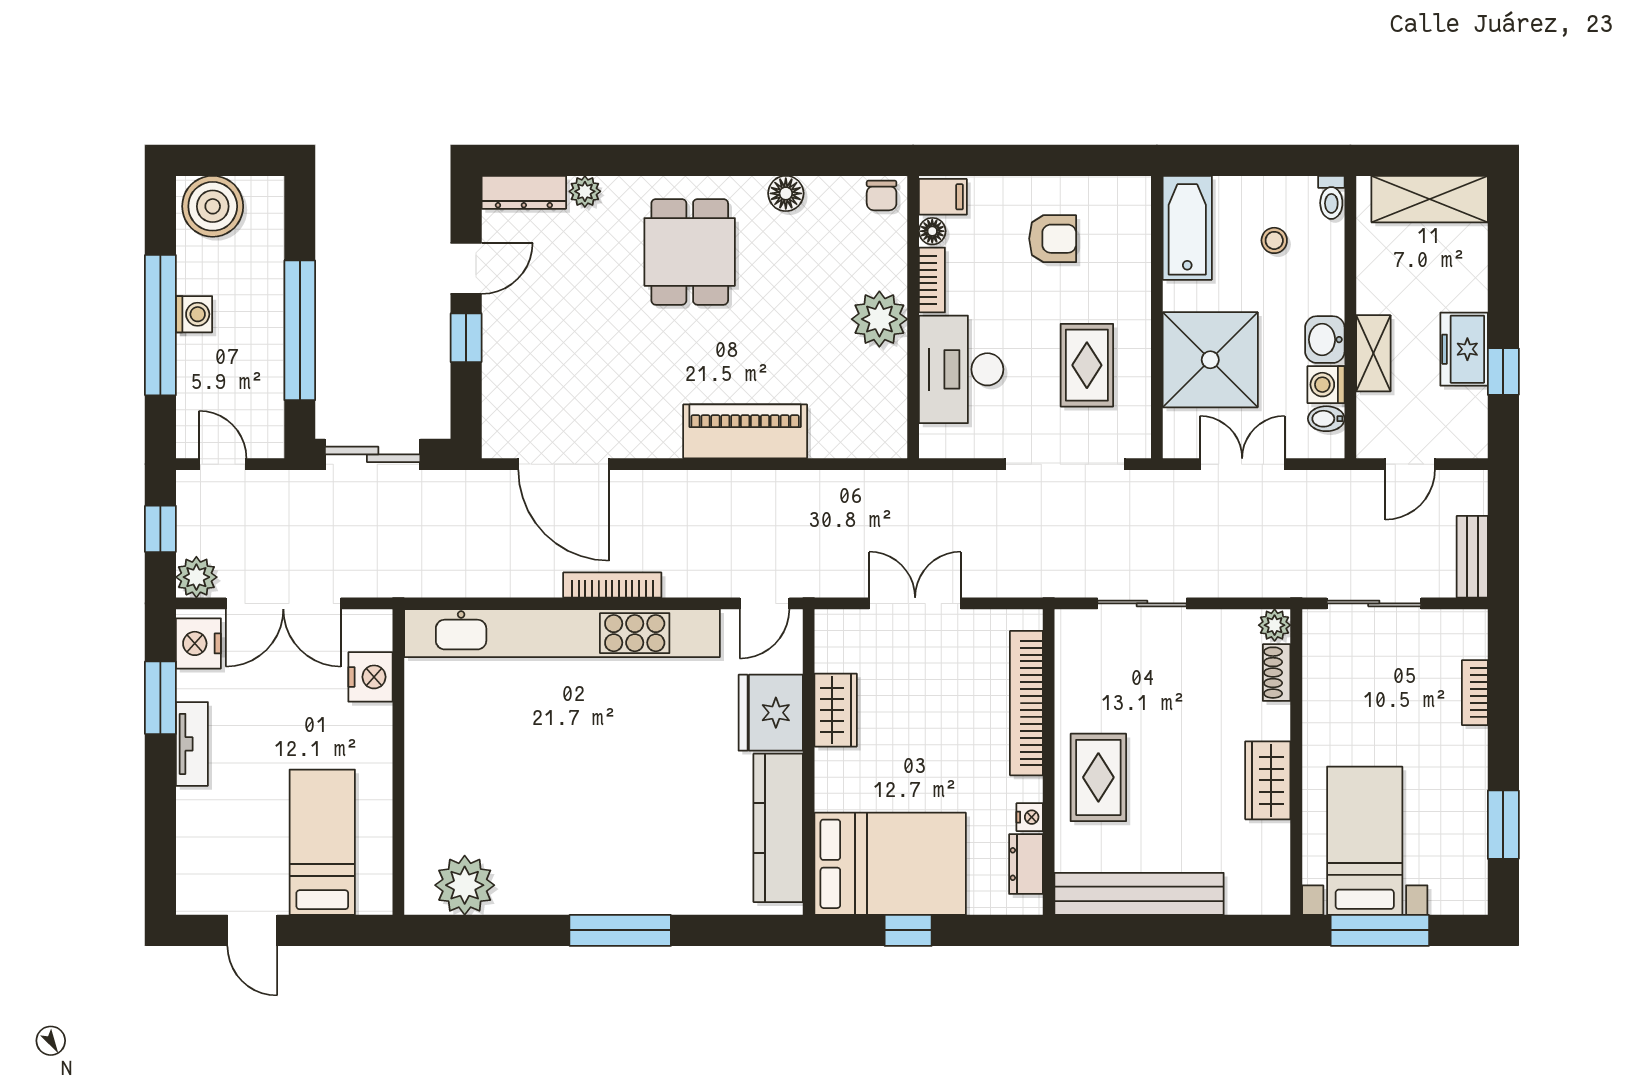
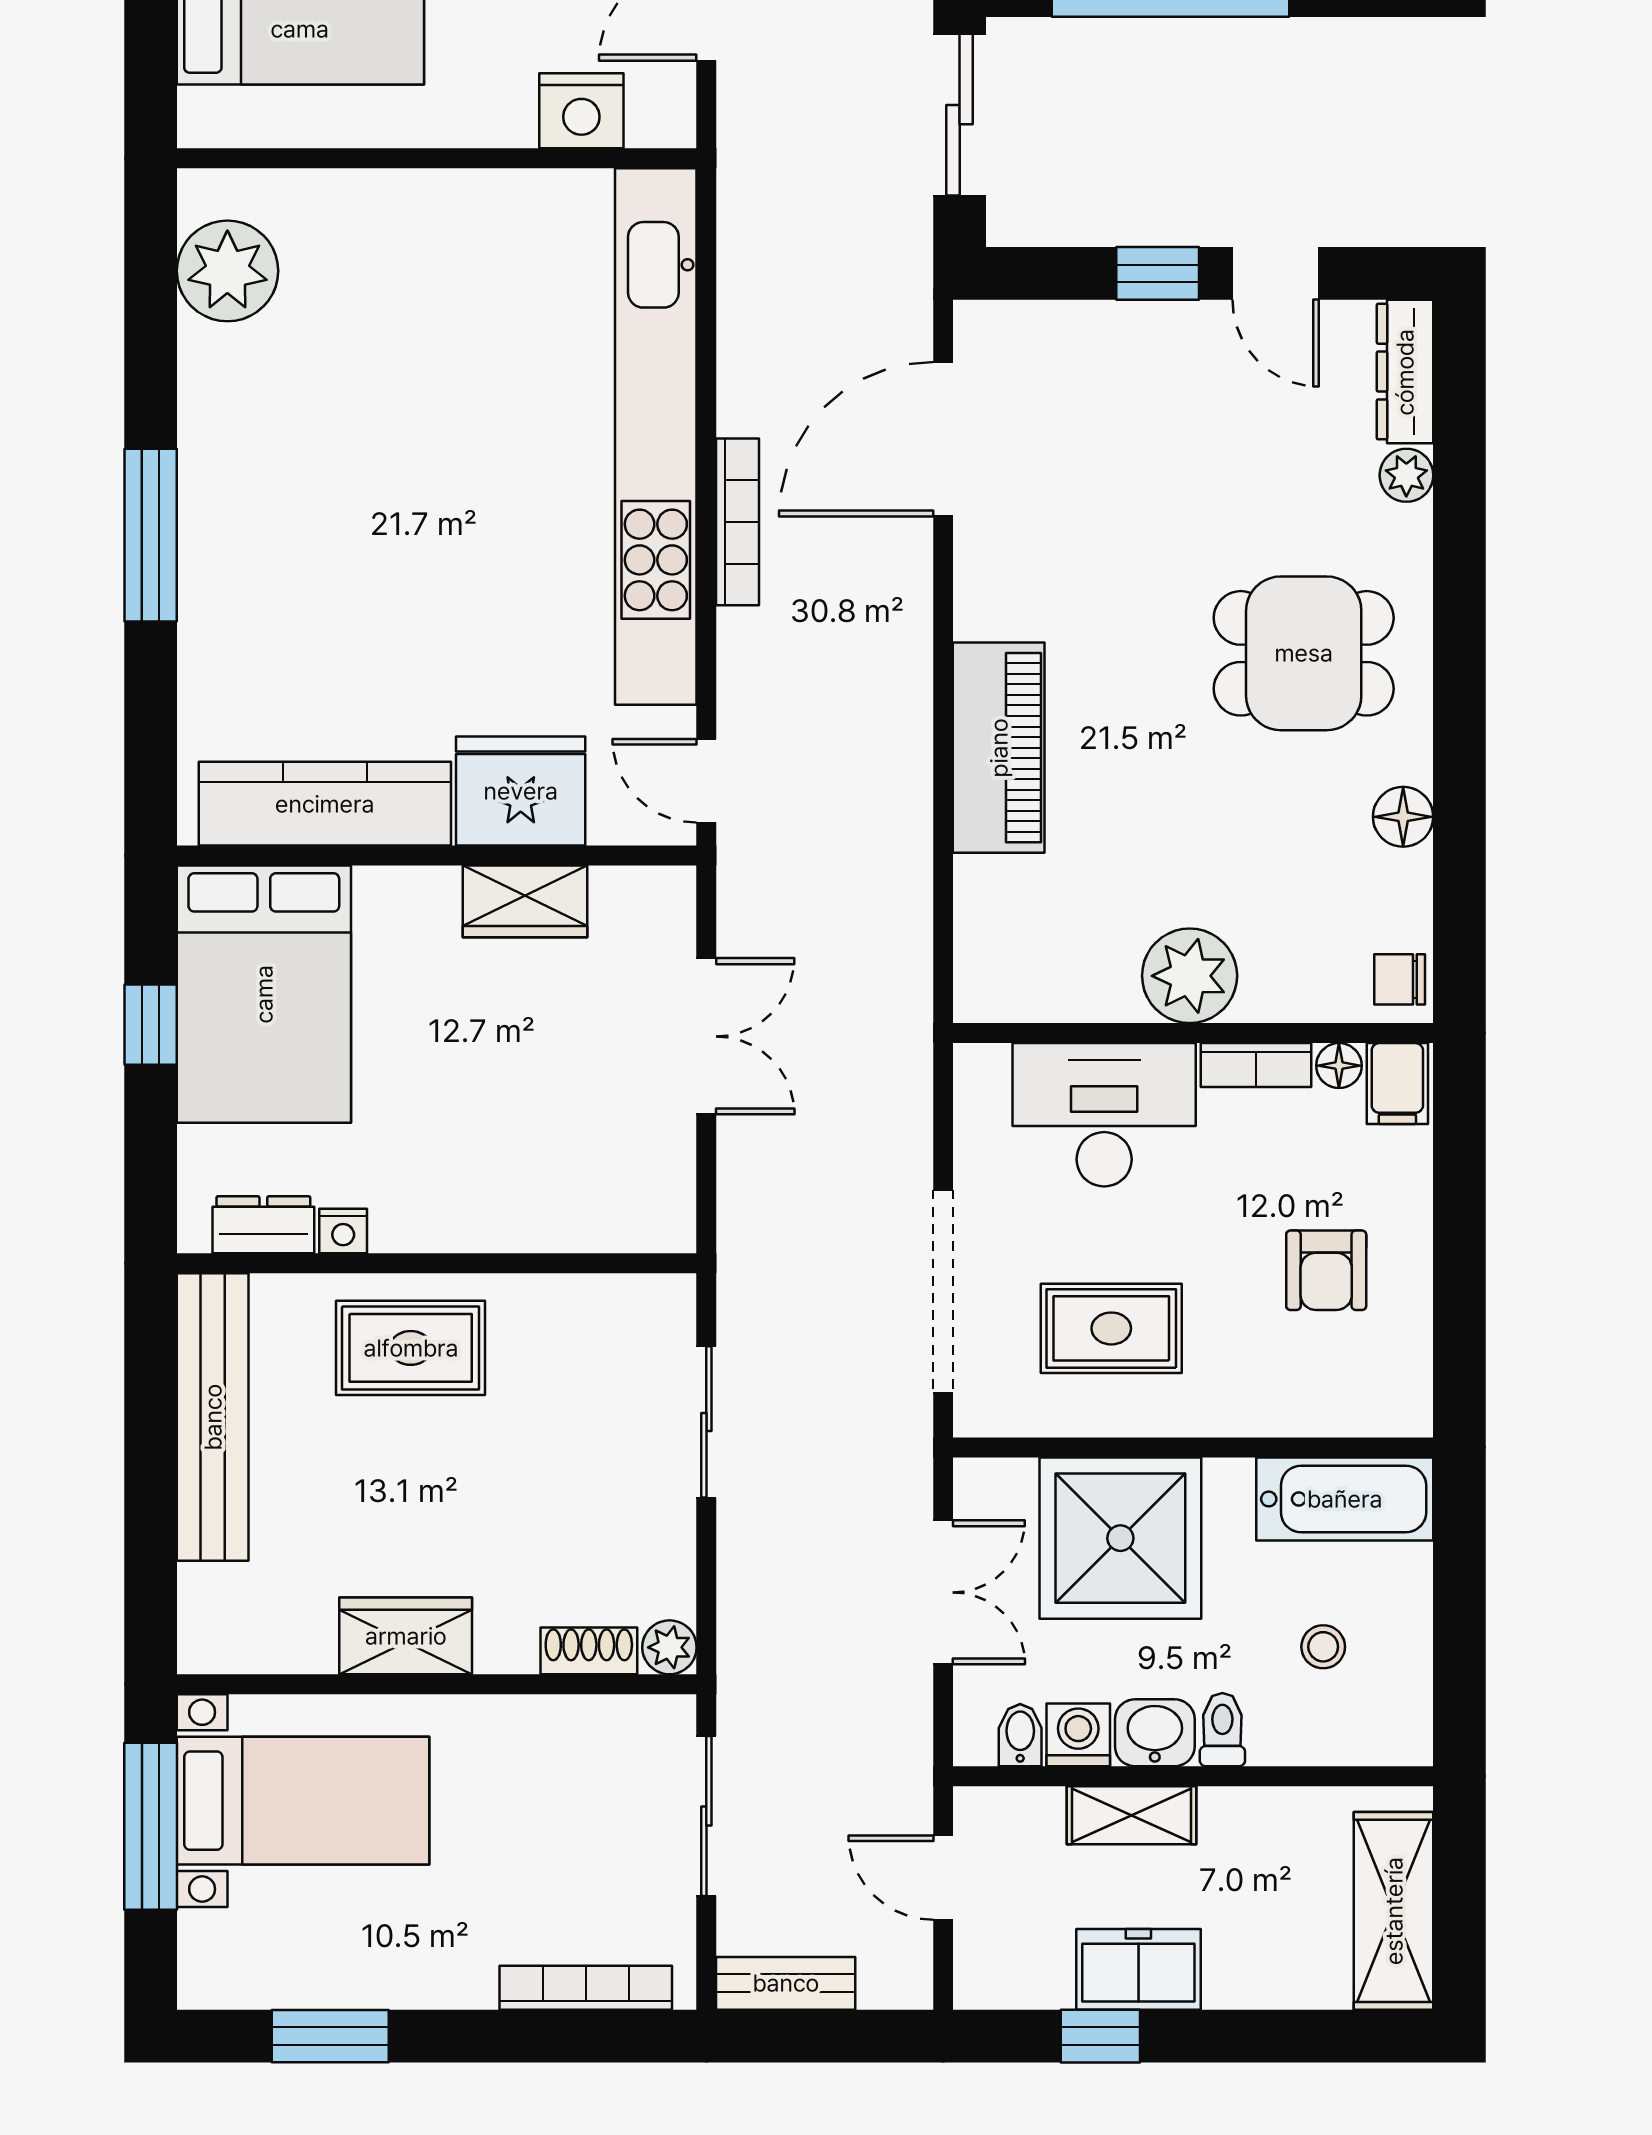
toilet: (1331, 197) -> (1222, 1730), moved, turned 90
bookcase: (1475, 693) -> (586, 1988), width x1.56
bookcase: (1026, 703) -> (537, 1226), removed

